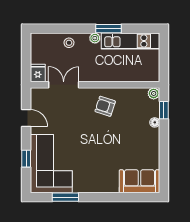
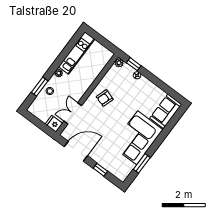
window: (109, 29) -> (40, 87), moved
door: (26, 118) -> (76, 151), width x1.88
corner sofa: (51, 164) -> (137, 138), moved, turned -90

